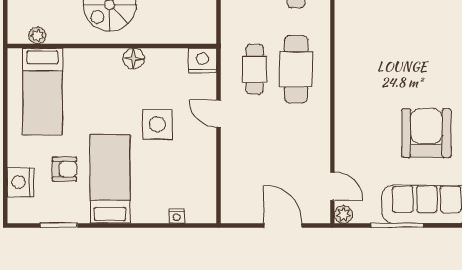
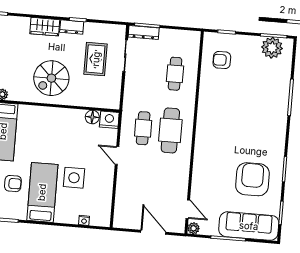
floor lamp: (133, 59) -> (92, 117), moved
side table: (157, 124) -> (74, 178), moved

